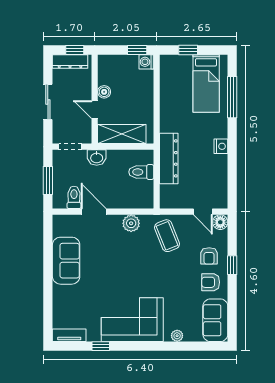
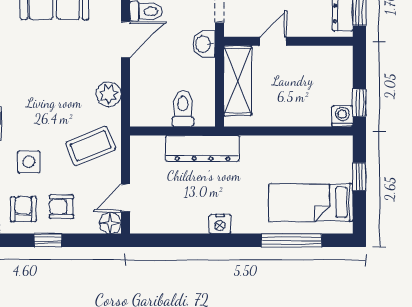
boiler: (104, 92) -> (299, 55), removed
side table: (178, 278) -> (29, 162), added

